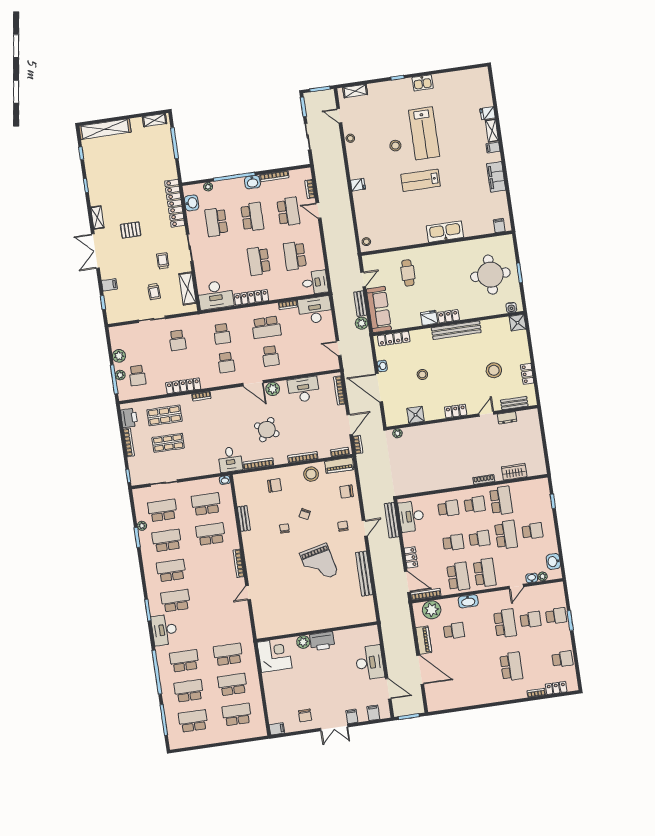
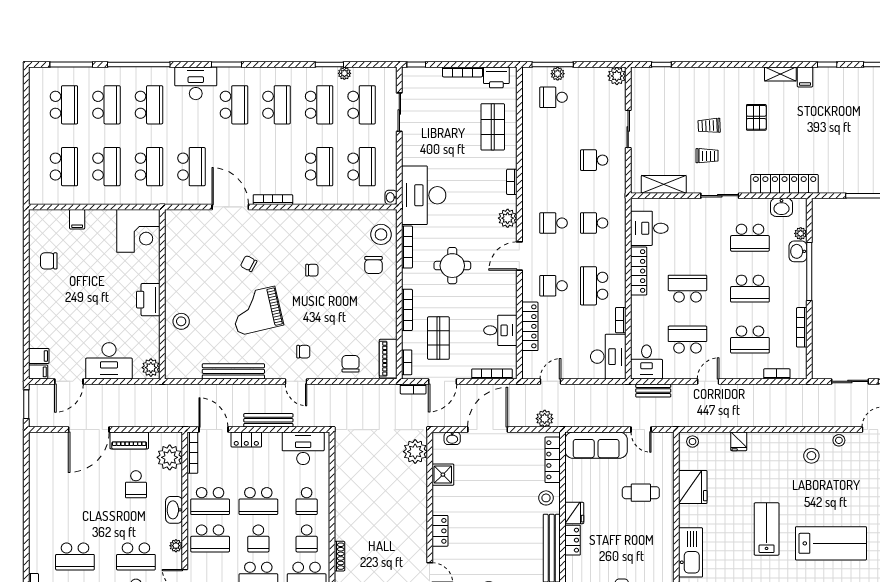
lab bench: (424, 133) -> (831, 543), turned 180
stool: (395, 146) -> (811, 456), moved
washbasin: (252, 182) -> (798, 251), moved
fridge: (358, 185) -> (739, 441), moved
door: (318, 210) -> (708, 381), moved
school desk: (216, 222) -> (750, 238), turned 180
fridge: (398, 237) -> (693, 487), added
double door: (95, 251) -> (734, 64), removed
filing cabinet: (109, 285) -> (805, 77), moved
trolley: (154, 291) -> (709, 126), moved
desk: (215, 295) -> (649, 228), width x0.73
bench: (360, 304) -> (653, 391), moved
plant: (362, 323) -> (545, 419), moved
plant: (119, 356) -> (617, 76), moved
washbasin: (382, 366) -> (452, 438), moved
stool: (422, 375) -> (546, 498), moved
locker: (183, 386) -> (530, 326), moved
plant: (273, 389) -> (508, 218), moved
desk: (304, 390) -> (500, 330), width x0.73
door: (350, 425) -> (443, 381), hinge flipped
round table: (267, 430) -> (452, 266), turned -32
plant: (397, 433) -> (415, 452), width x1.88, depth x1.88
shop shelf: (168, 443) -> (438, 338), moved
desk: (230, 459) -> (424, 195), width x1.87, depth x1.30
stool: (311, 474) -> (381, 234), moved
chair: (305, 514) -> (249, 264), moved
bench: (244, 519) -> (334, 216), removed
bench: (392, 520) -> (268, 420), moved
school desk: (453, 543) -> (258, 501), width x1.85
door: (407, 582) -> (213, 430), swing flipped
door: (248, 593) -> (230, 207), width x1.87
plant: (493, 596) -> (176, 546), added
stool: (334, 616) -> (181, 321), added
school desk: (224, 624) -> (191, 167), added
plant: (303, 642) -> (151, 368), moved
filing cabinet: (352, 716) -> (38, 372), moved
double door: (334, 728) -> (26, 299), removed
filing cabinet: (277, 729) -> (77, 219), moved

